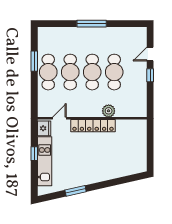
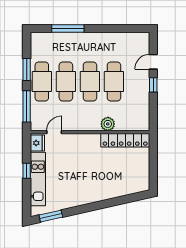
window: (92, 24) -> (68, 29), moved
window: (34, 95) -> (27, 106), added
locker: (93, 126) -> (125, 140), moved
window: (76, 191) -> (51, 216), moved

